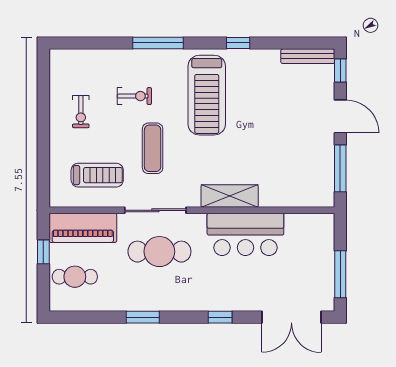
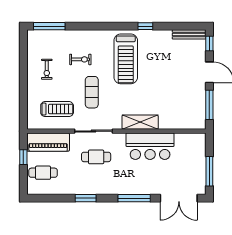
window: (158, 43) -> (49, 26), moved
cafe table: (159, 252) -> (96, 157), width x0.73, depth x0.74
window: (220, 317) -> (134, 198), width x2.17

